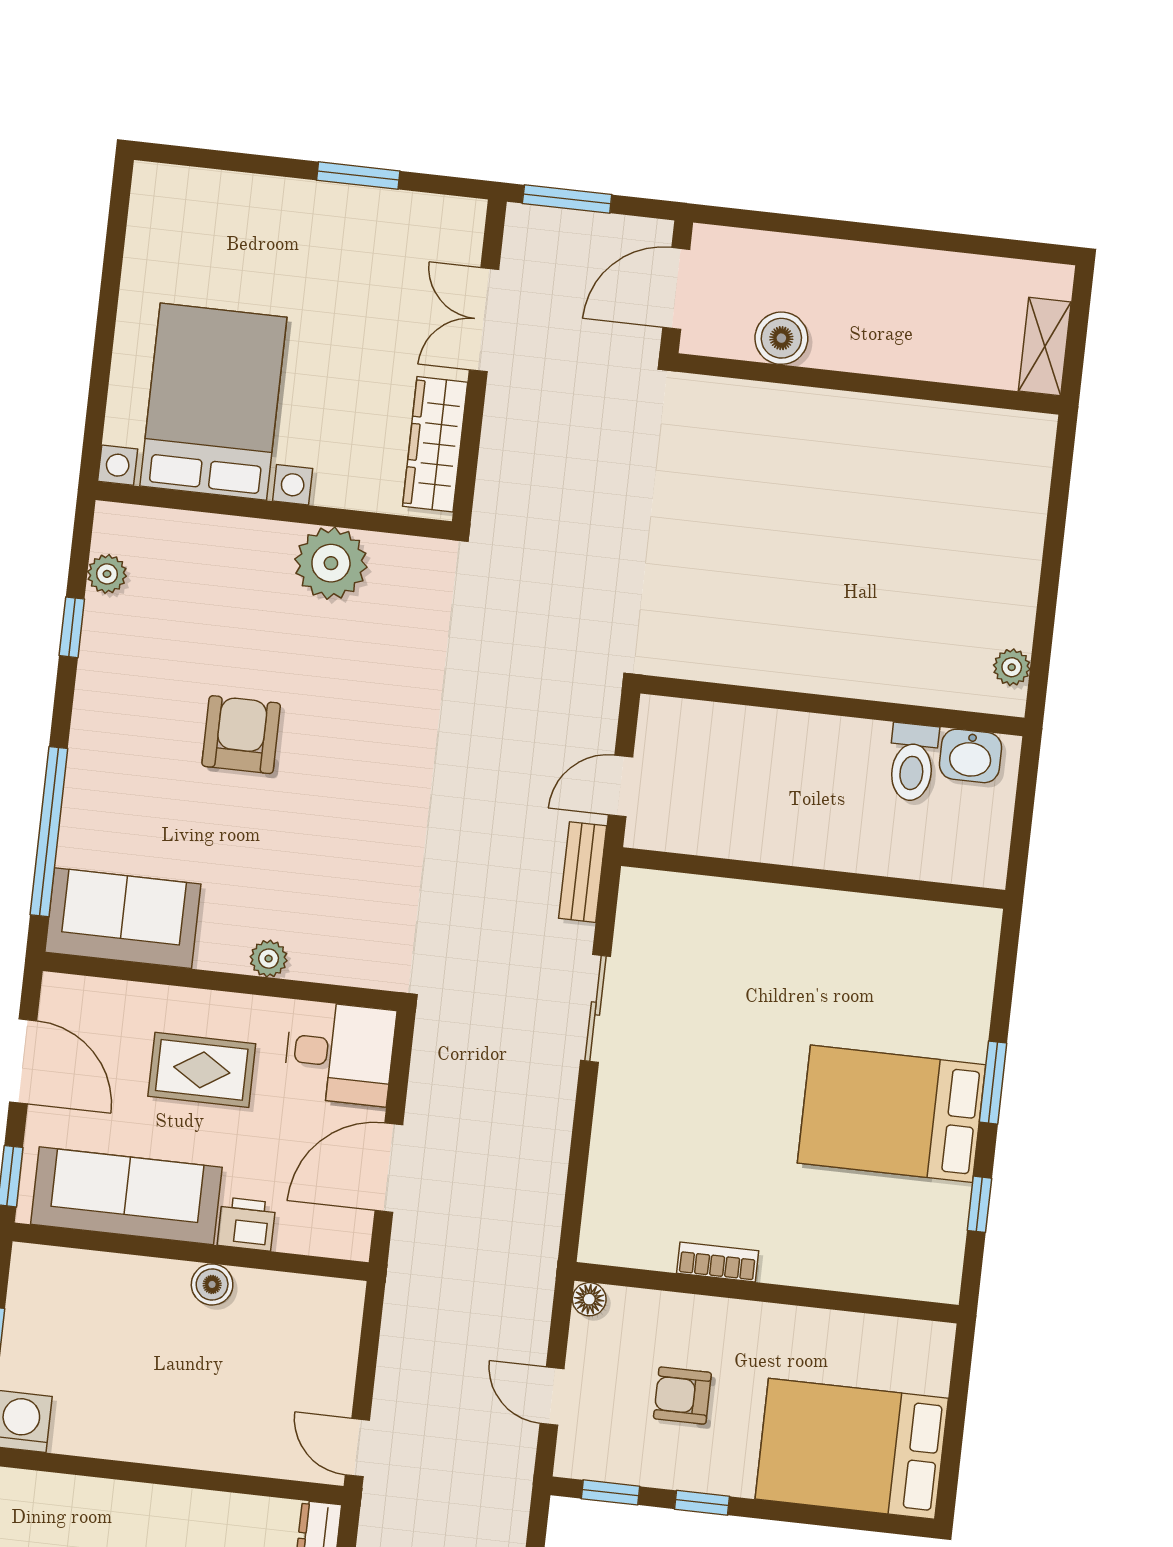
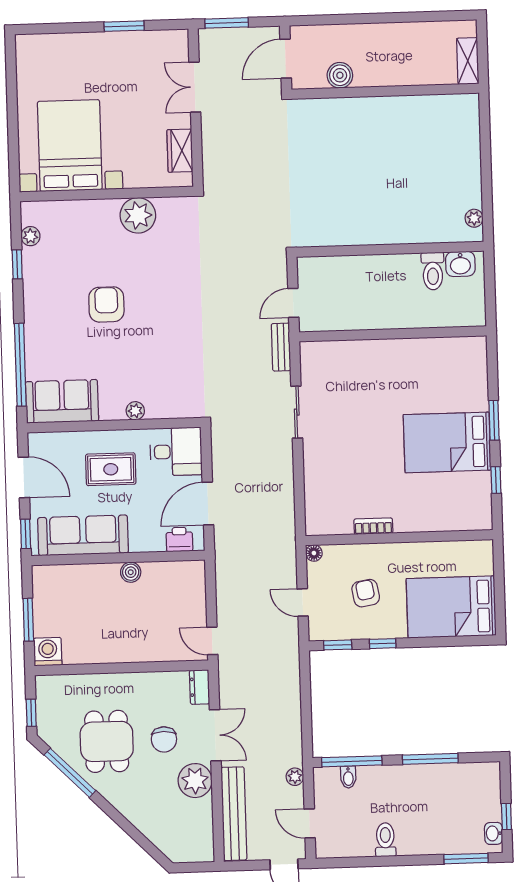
wardrobe: (435, 444) -> (180, 151), width x0.67
printer: (246, 1224) -> (179, 539), moved
armchair: (682, 1396) -> (366, 593), turned 80

